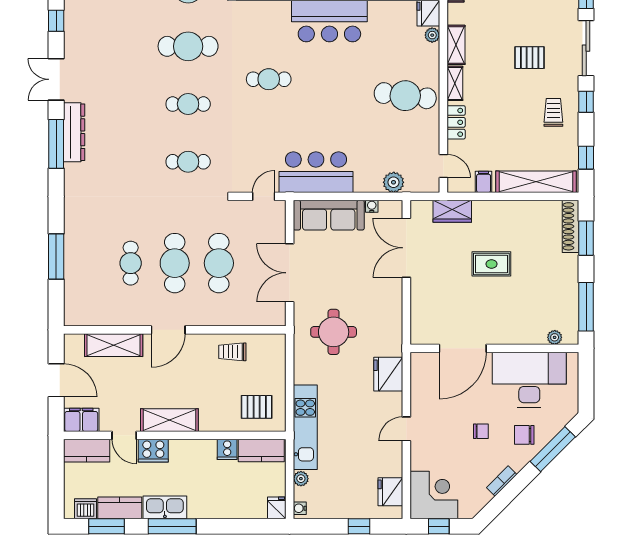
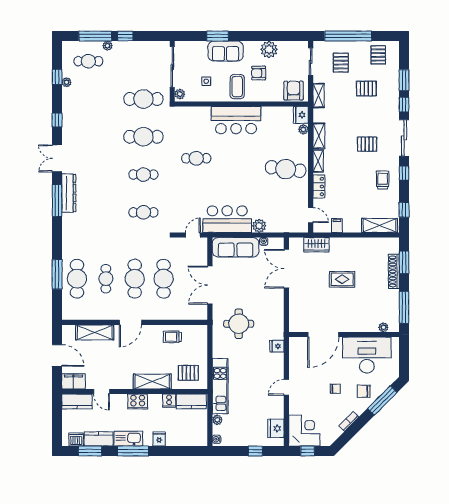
plant: (394, 182) -> (259, 226), moved
shelving: (536, 182) -> (380, 225), width x0.68
shoe rack: (571, 226) -> (394, 271), moved
cafe table: (87, 263) -> (77, 279), added
fridge: (388, 374) -> (277, 346), width x0.53, depth x0.75
shelving: (169, 420) -> (152, 382), moved
cooker: (153, 451) -> (138, 401), moved
fridge: (277, 508) -> (159, 439), moved

